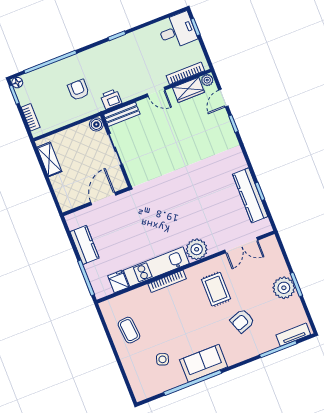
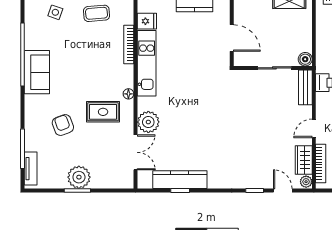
double door: (241, 245) -> (136, 152), swing flipped
plant: (197, 249) -> (148, 122), moved
floor lamp: (191, 272) -> (128, 94), added
bookcase: (167, 281) -> (129, 44), moved
side table: (162, 359) -> (55, 12), moved

